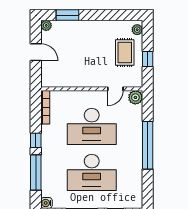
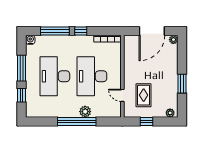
window: (67, 15) -> (182, 84), moved
door: (36, 52) -> (152, 31), width x1.87
rug: (125, 53) -> (144, 95), moved, turned 90
plant: (135, 97) -> (85, 112), moved

